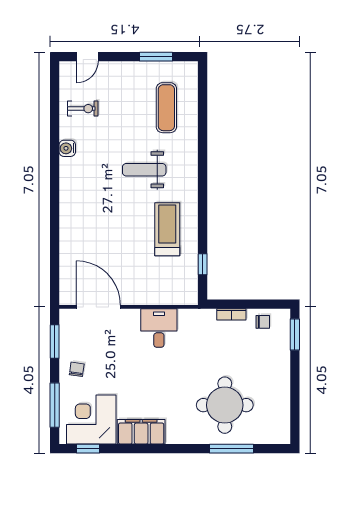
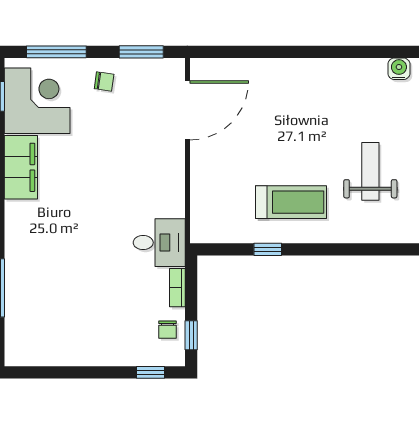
window: (203, 264) -> (268, 249), moved
window: (267, 304) -> (191, 335), added
desk: (159, 328) -> (159, 243), moved
window: (295, 335) -> (150, 372), width x0.67
round table: (225, 405) -> (56, 279), removed

